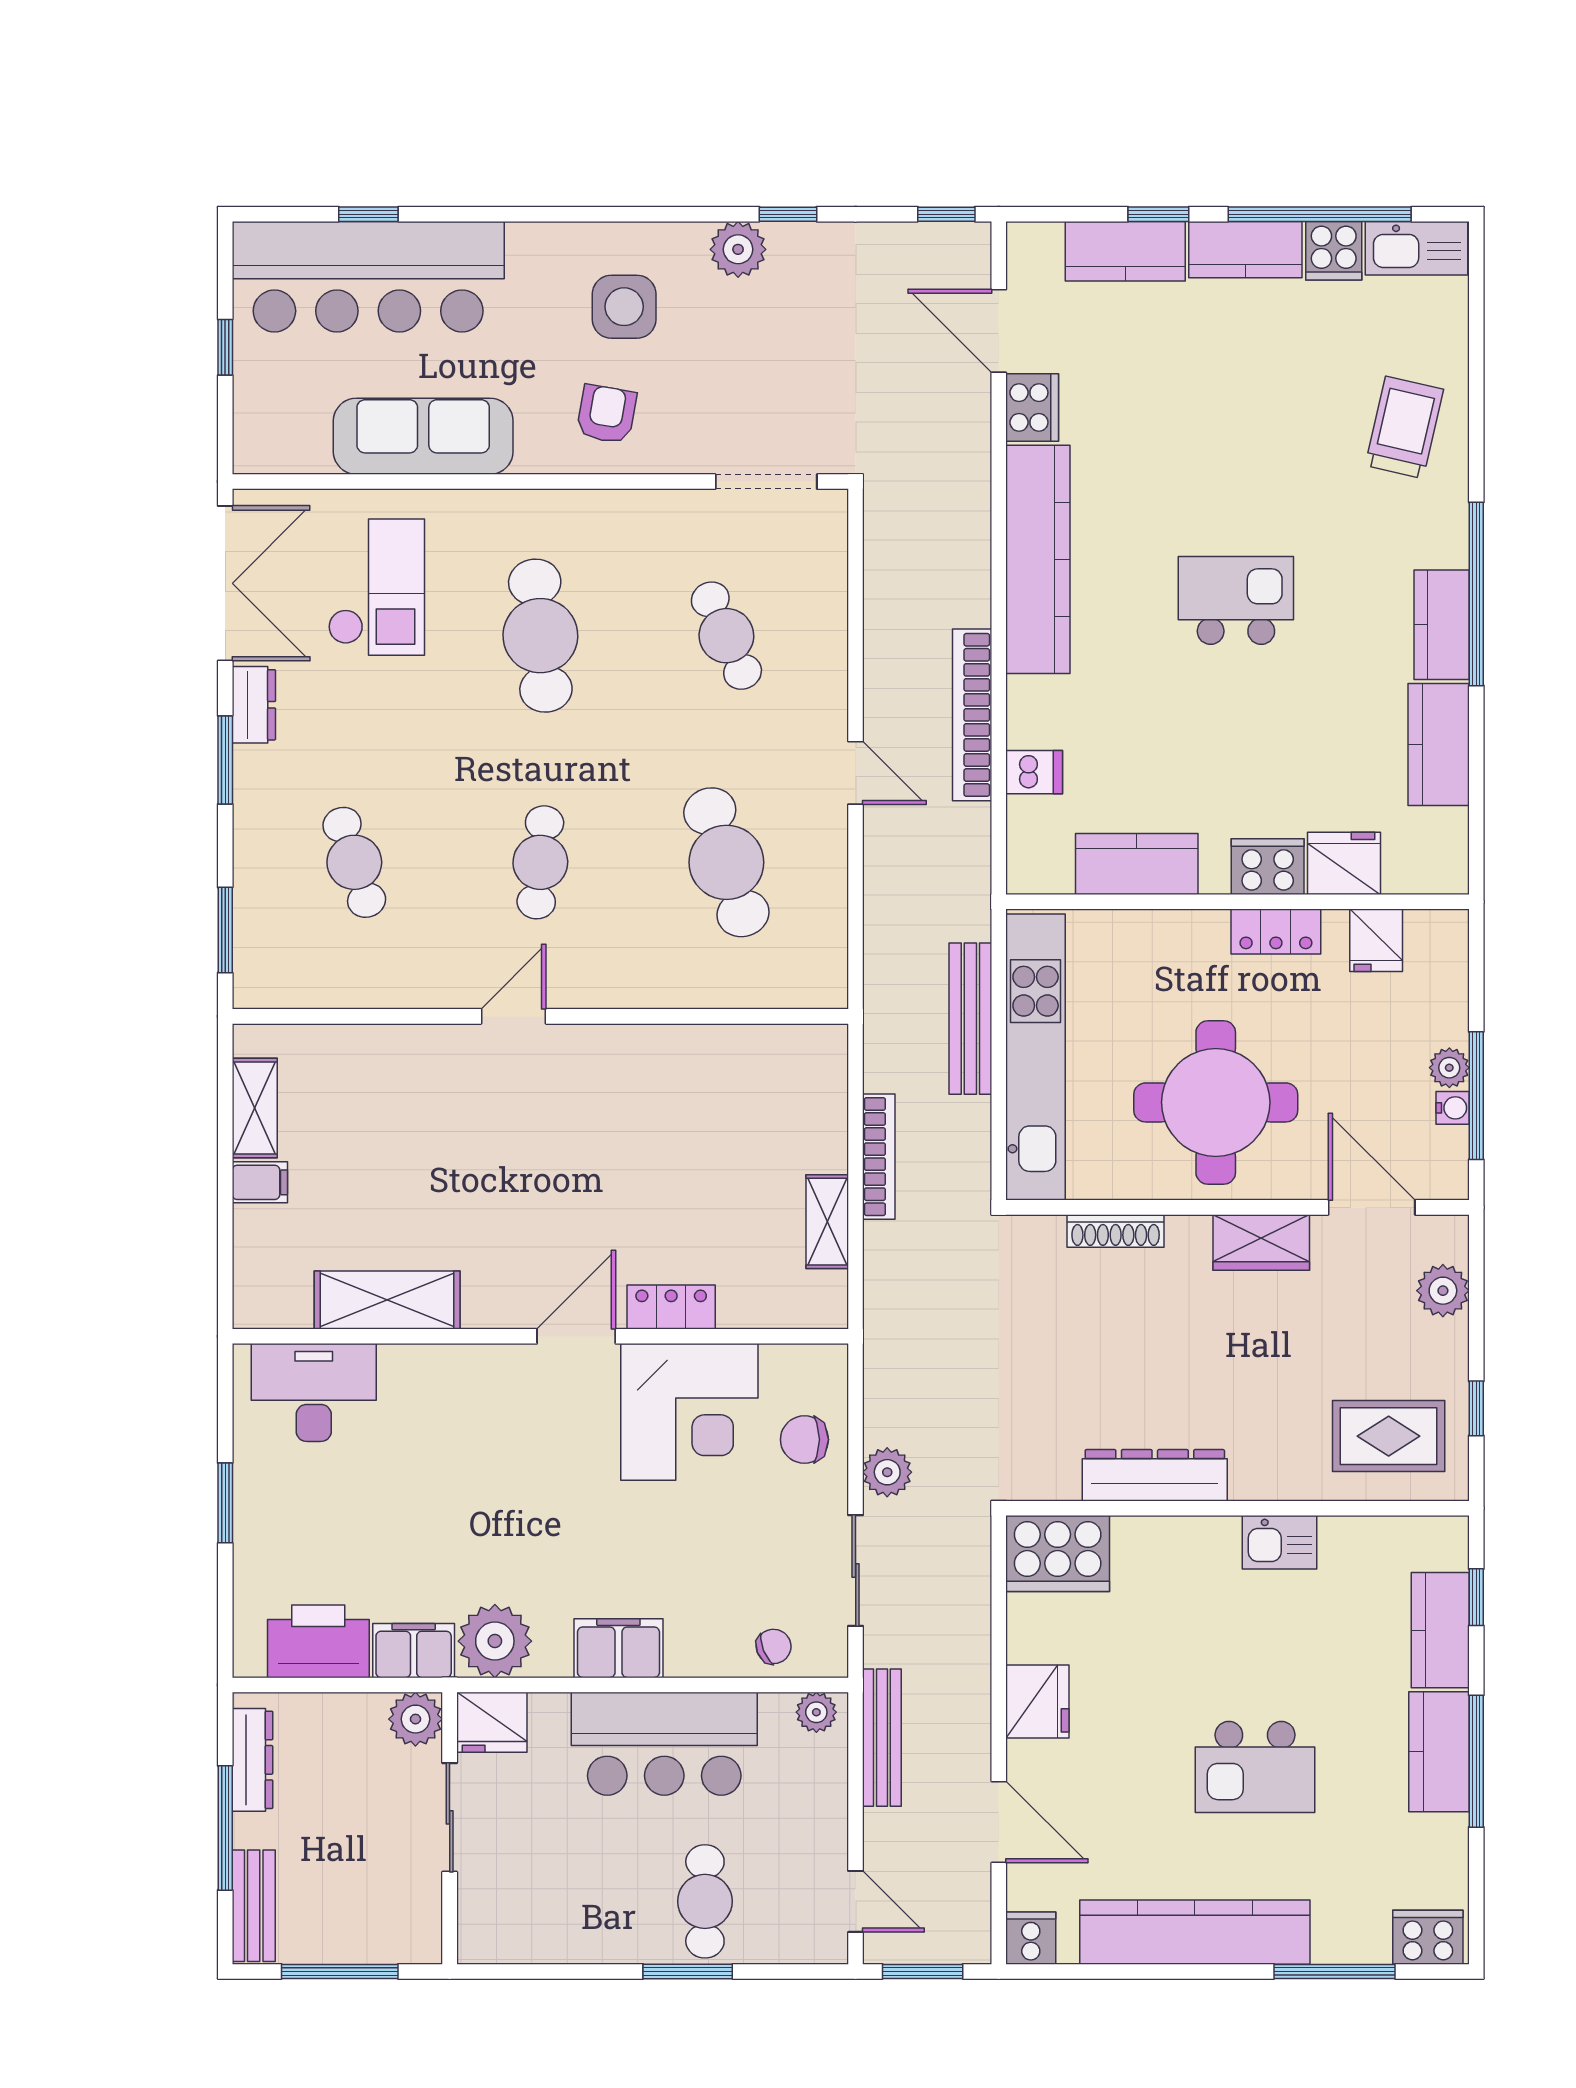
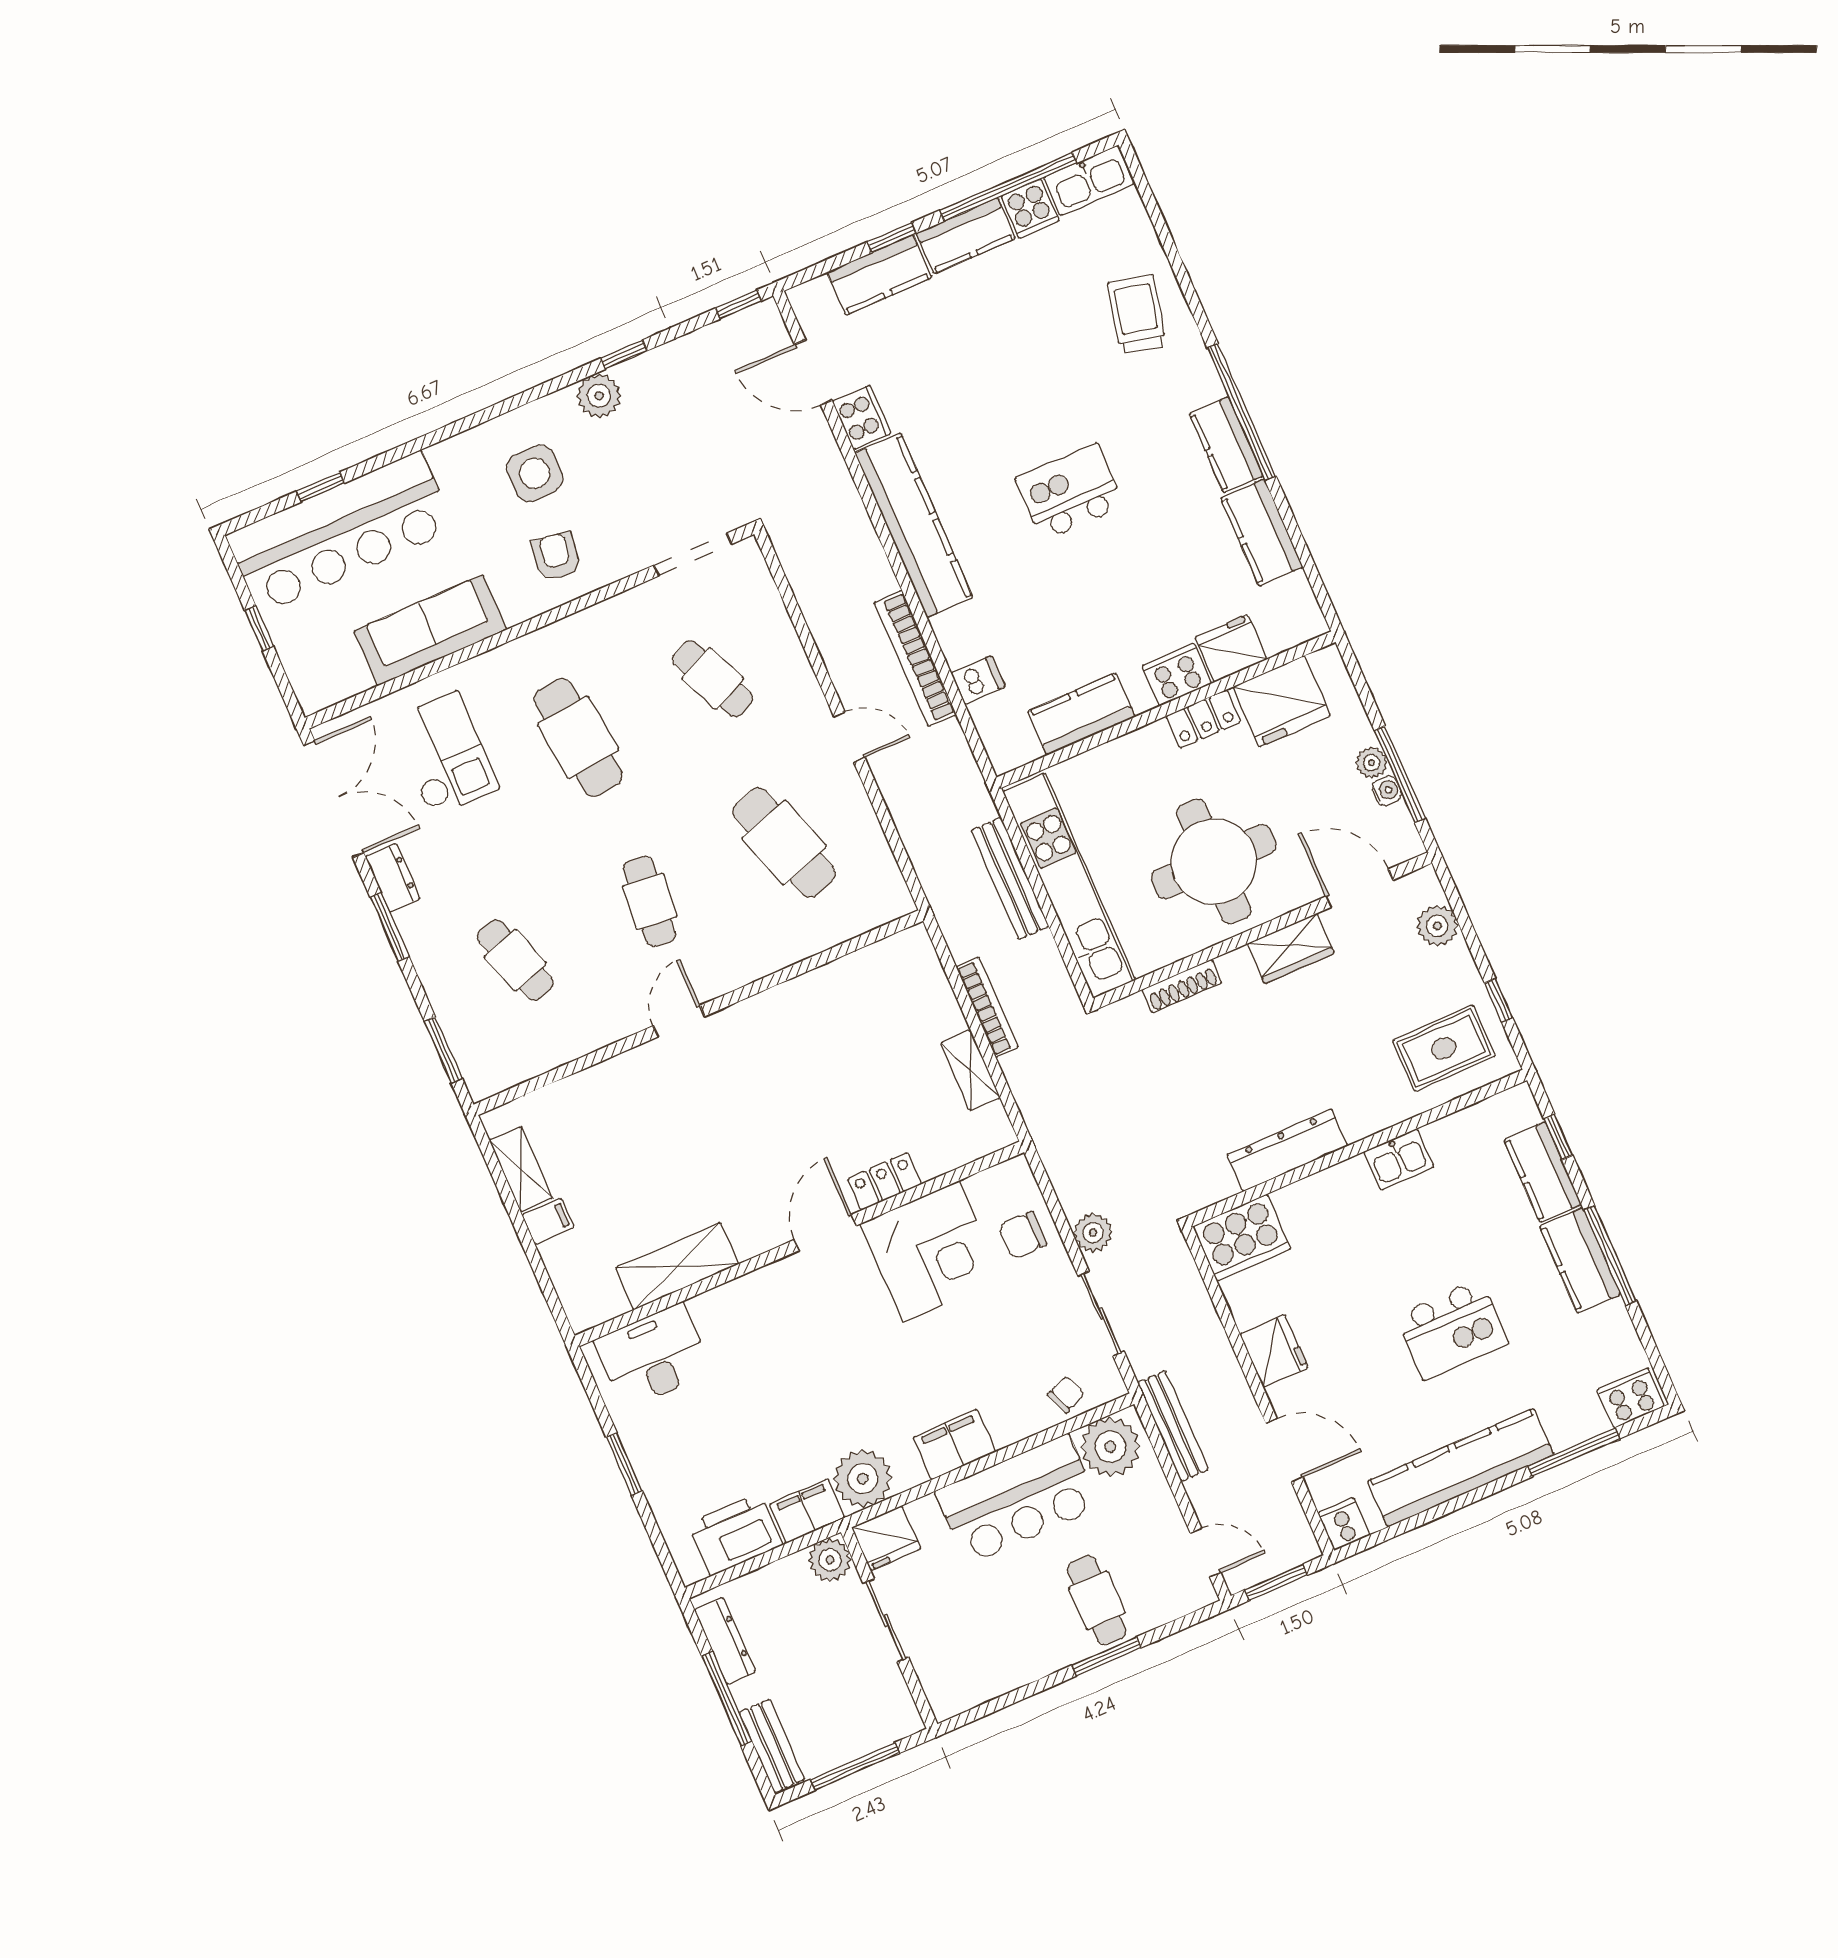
fridge: (1376, 940) -> (1282, 701), width x1.88, depth x1.34
plant: (816, 1712) -> (1110, 1447), width x1.87, depth x1.87

